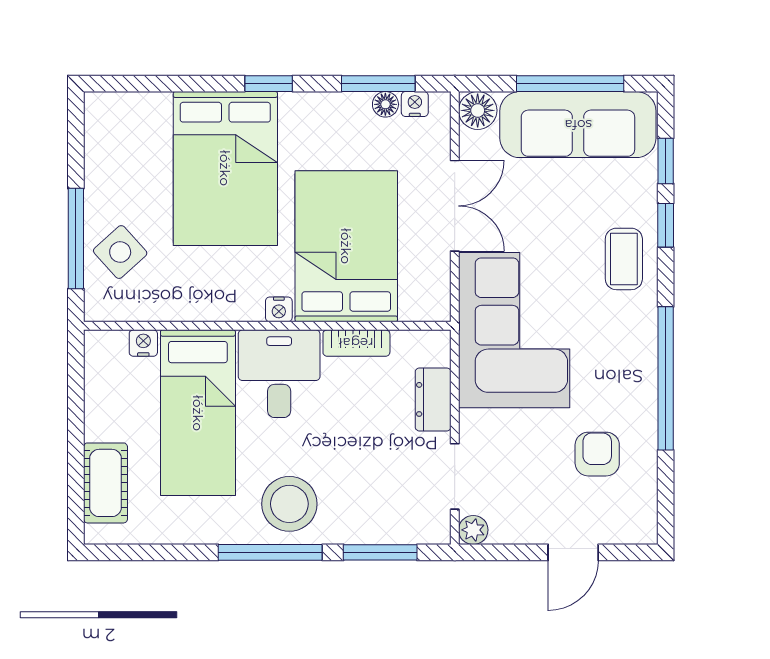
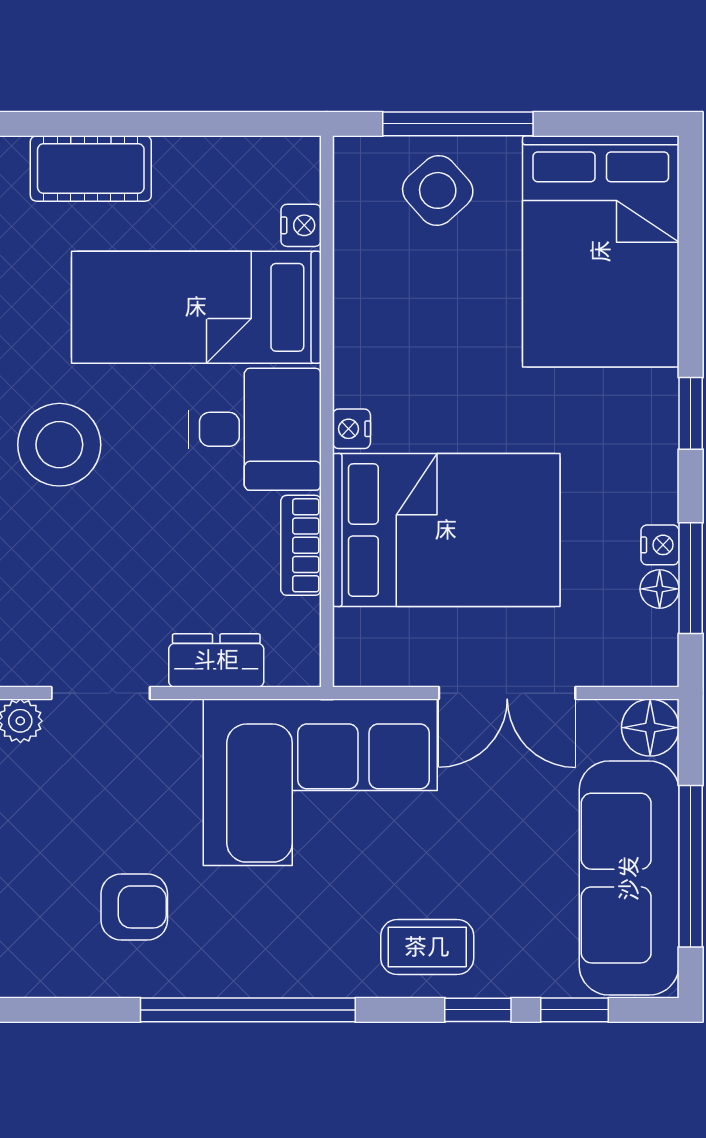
nightstand: (415, 104) -> (660, 545), moved
bed: (225, 168) -> (601, 251), moved, turned -90

